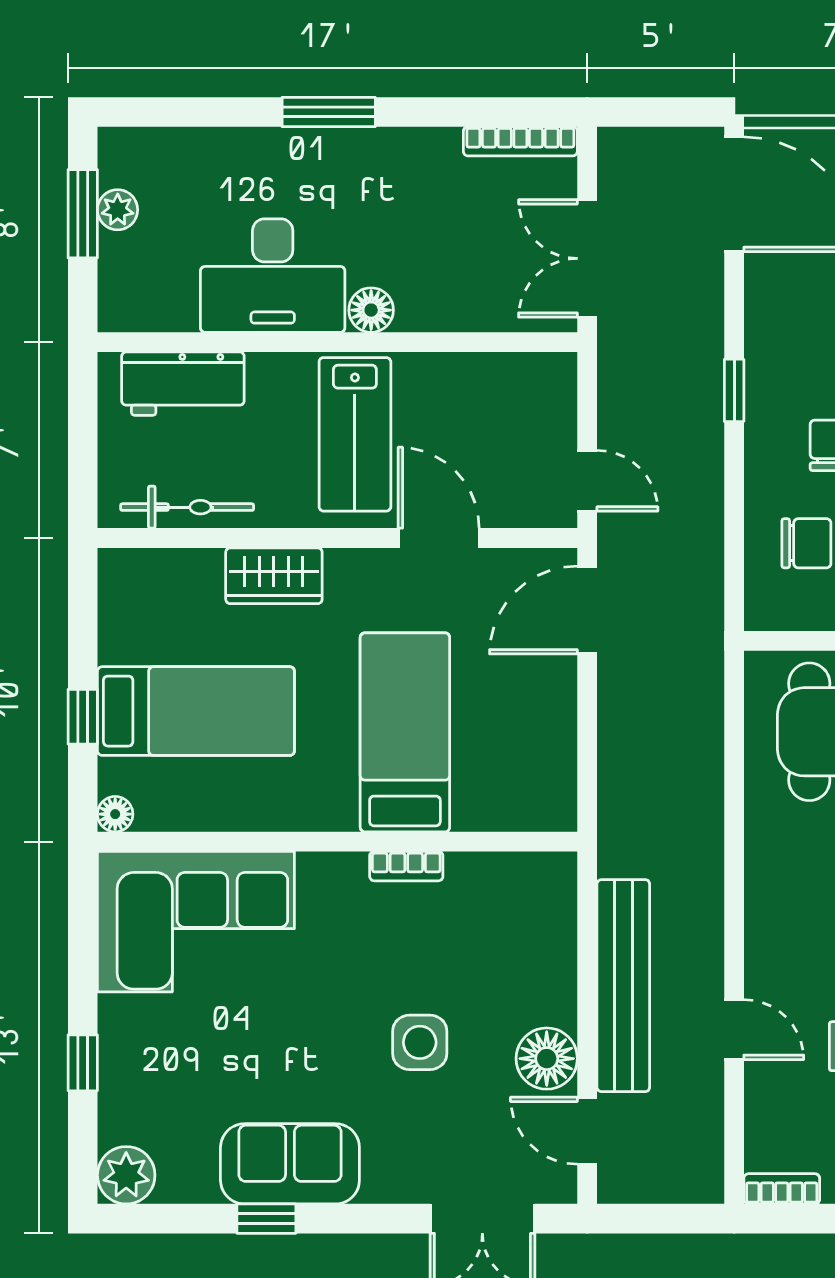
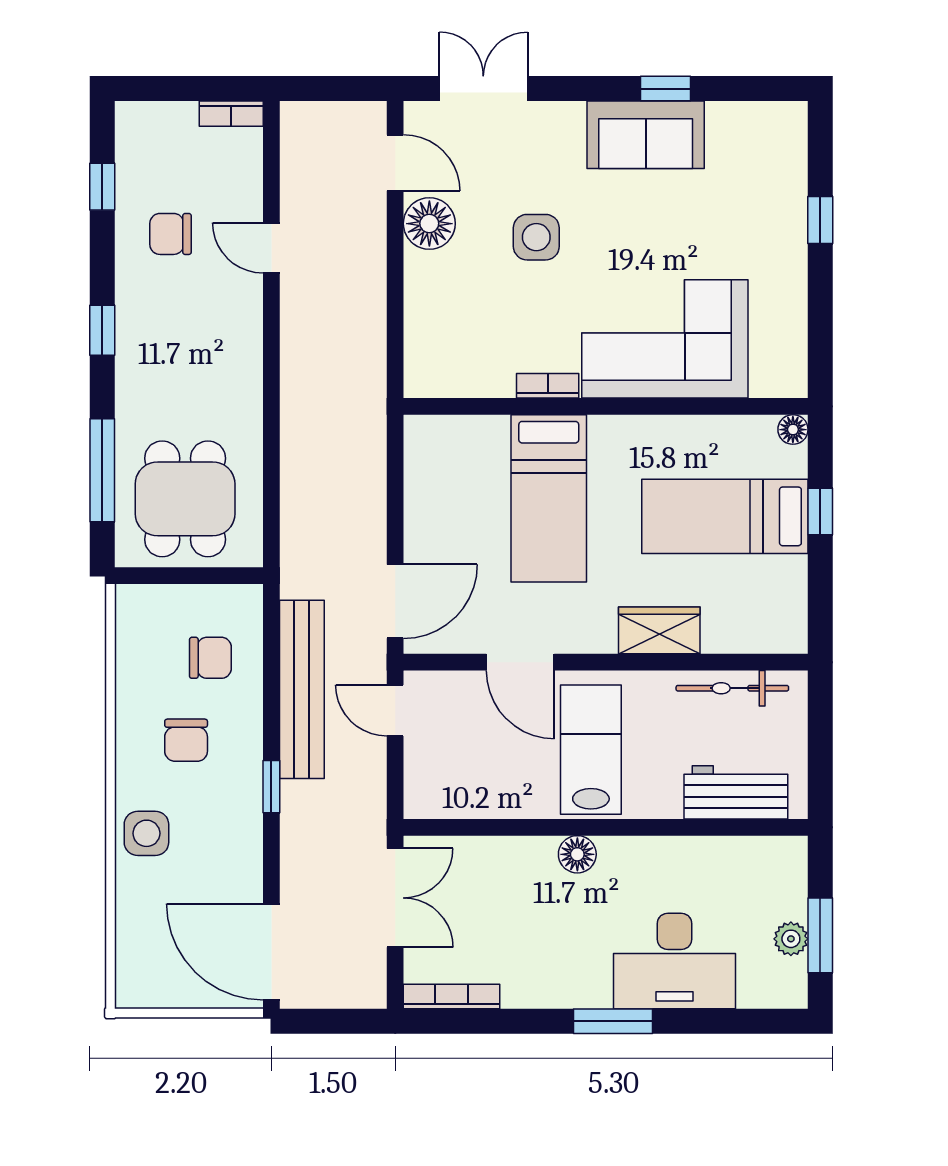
desk: (273, 276) -> (674, 961), moved, turned 180
chair: (806, 543) -> (210, 658), turned 180
corner sofa: (196, 922) -> (665, 339), moved
bench: (623, 986) -> (302, 689), moved
plant: (126, 1175) -> (784, 125), removed

